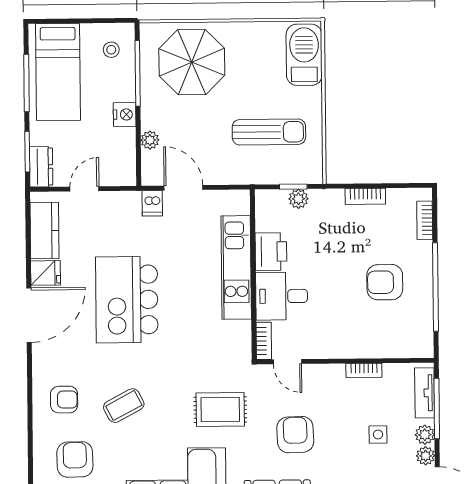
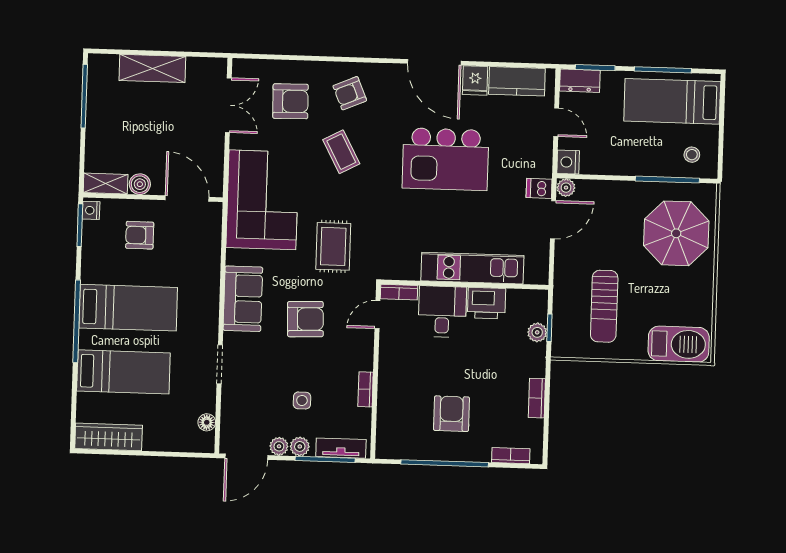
nightstand: (125, 114) -> (568, 162), moved, turned 90
plant: (150, 140) -> (566, 188), moved
kitchen island: (127, 300) -> (445, 159), turned 180
armchair: (64, 400) -> (350, 93), turned 67

